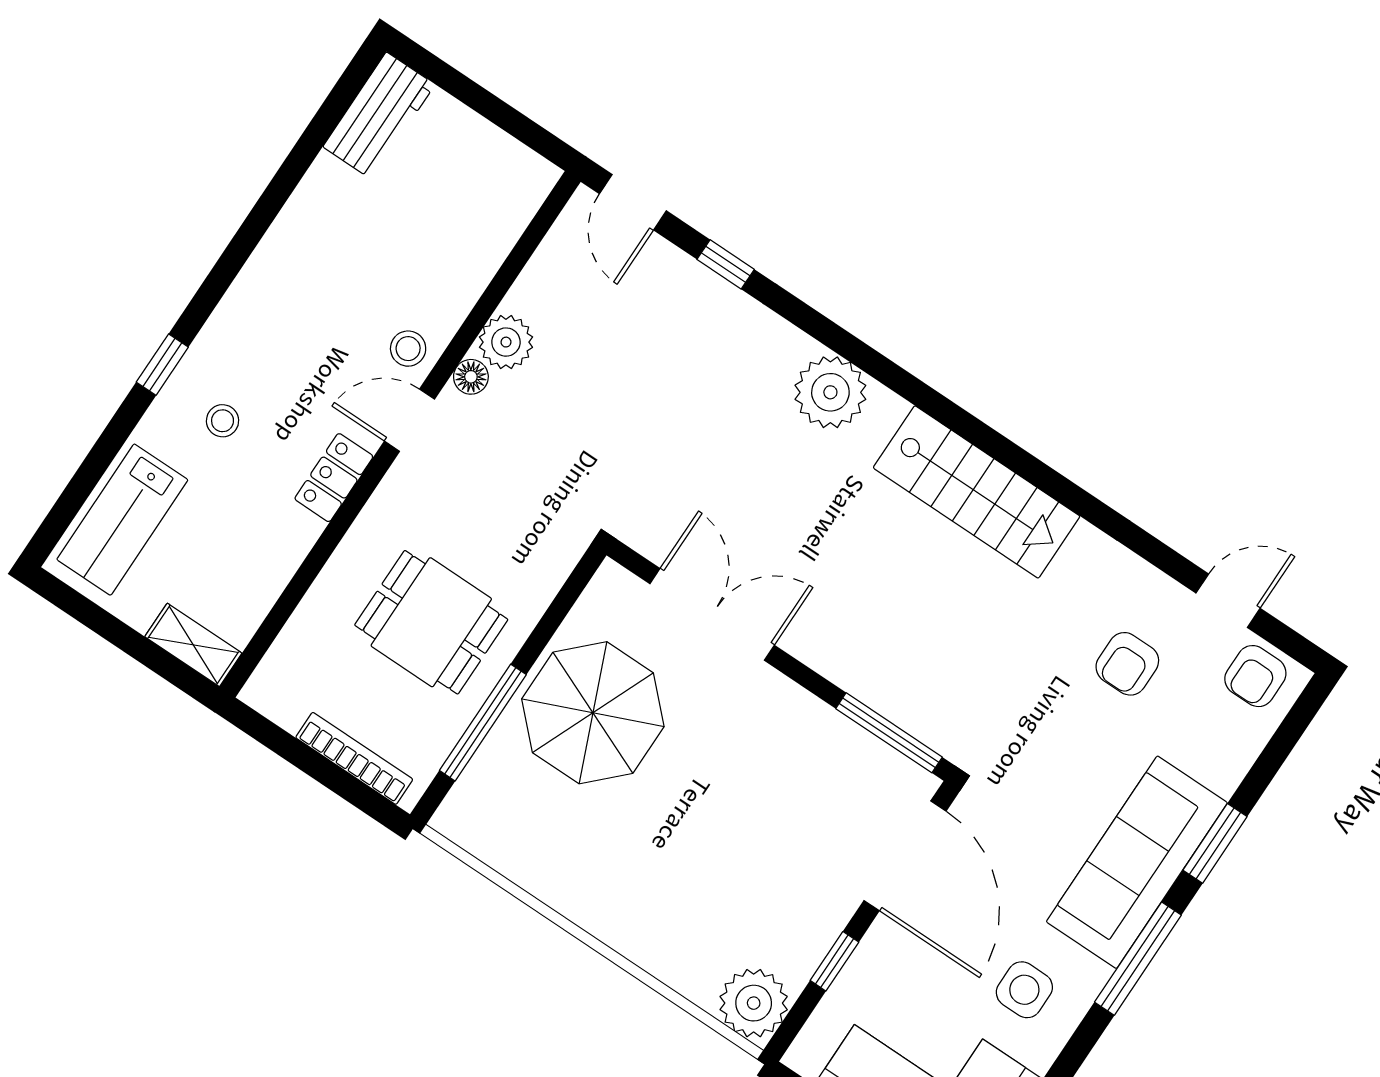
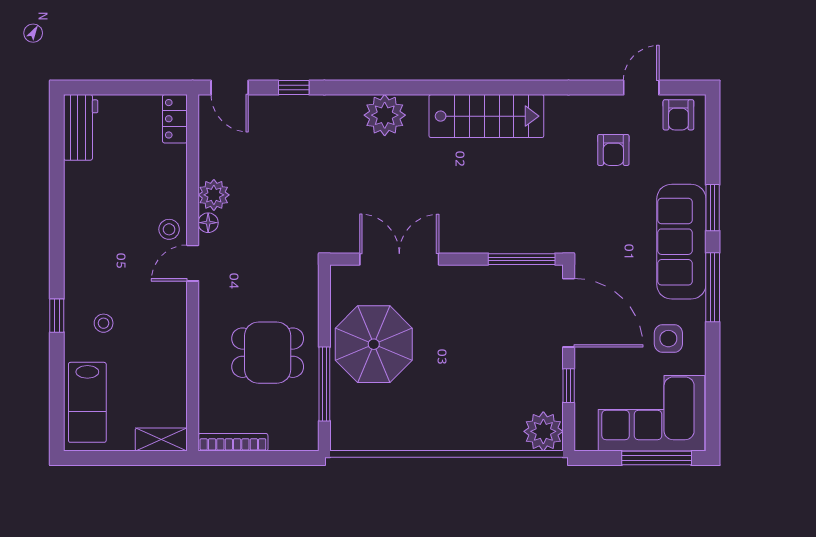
locker: (334, 478) -> (175, 119), moved
bookcase: (354, 758) -> (233, 442), moved

